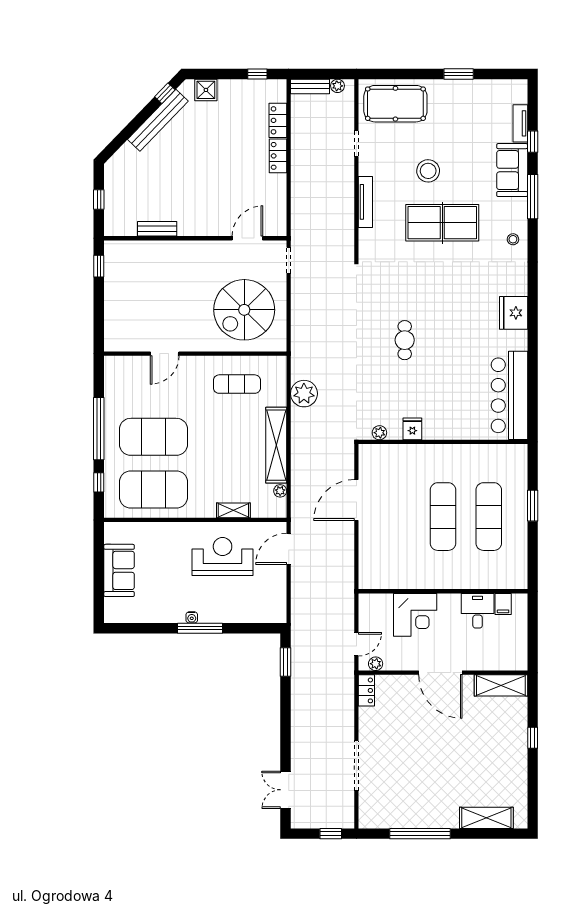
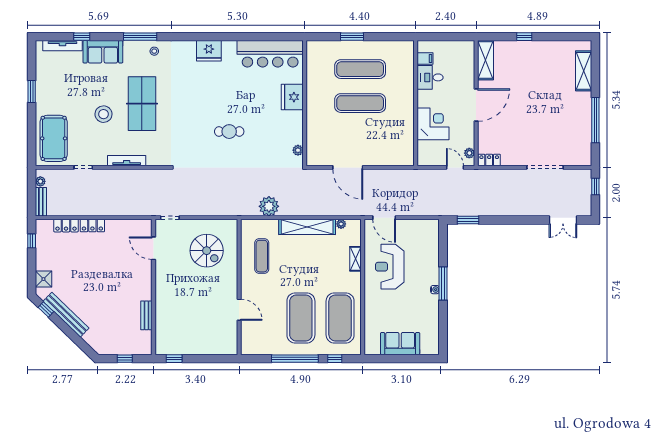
tv unit: (520, 123) -> (63, 46), width x1.41
window: (533, 197) -> (140, 37), moved
spiral stairs: (244, 310) -> (207, 251), width x0.73, depth x0.73
fridge: (412, 429) -> (292, 97), moved, width x1.88, depth x1.34

